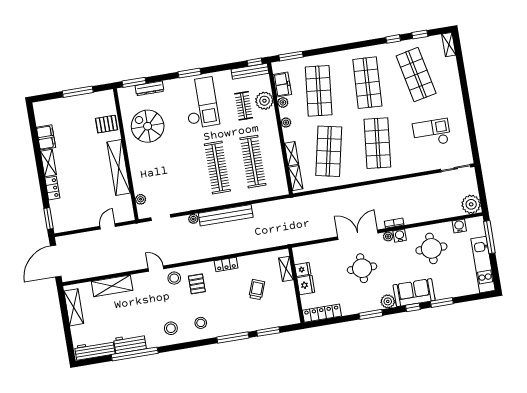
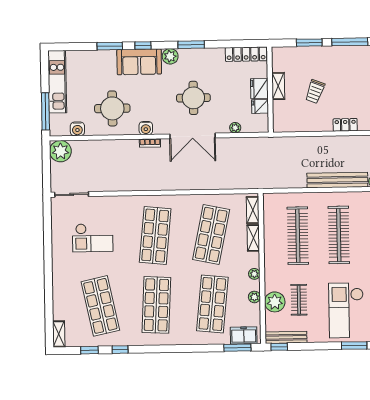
freezer: (282, 85) -> (244, 335), moved, turned 90
plant: (388, 237) -> (235, 128), moved
shelving: (286, 269) -> (278, 86), moved

